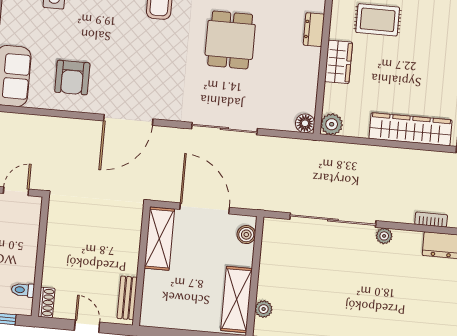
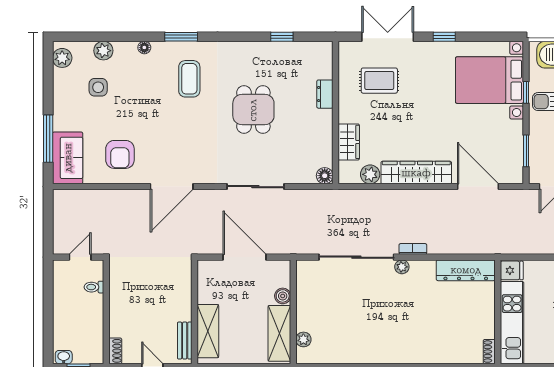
wardrobe: (339, 62) -> (349, 142), moved
plant: (332, 124) -> (370, 174), moved
bookcase: (431, 220) -> (413, 249), moved
boiler: (246, 235) -> (283, 296), moved
shelving: (159, 239) -> (208, 331), moved
toilet: (23, 290) -> (94, 287), moved

